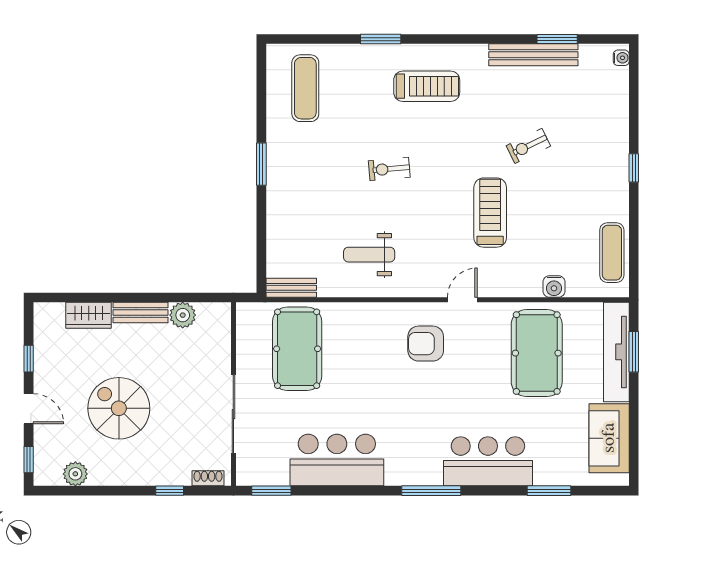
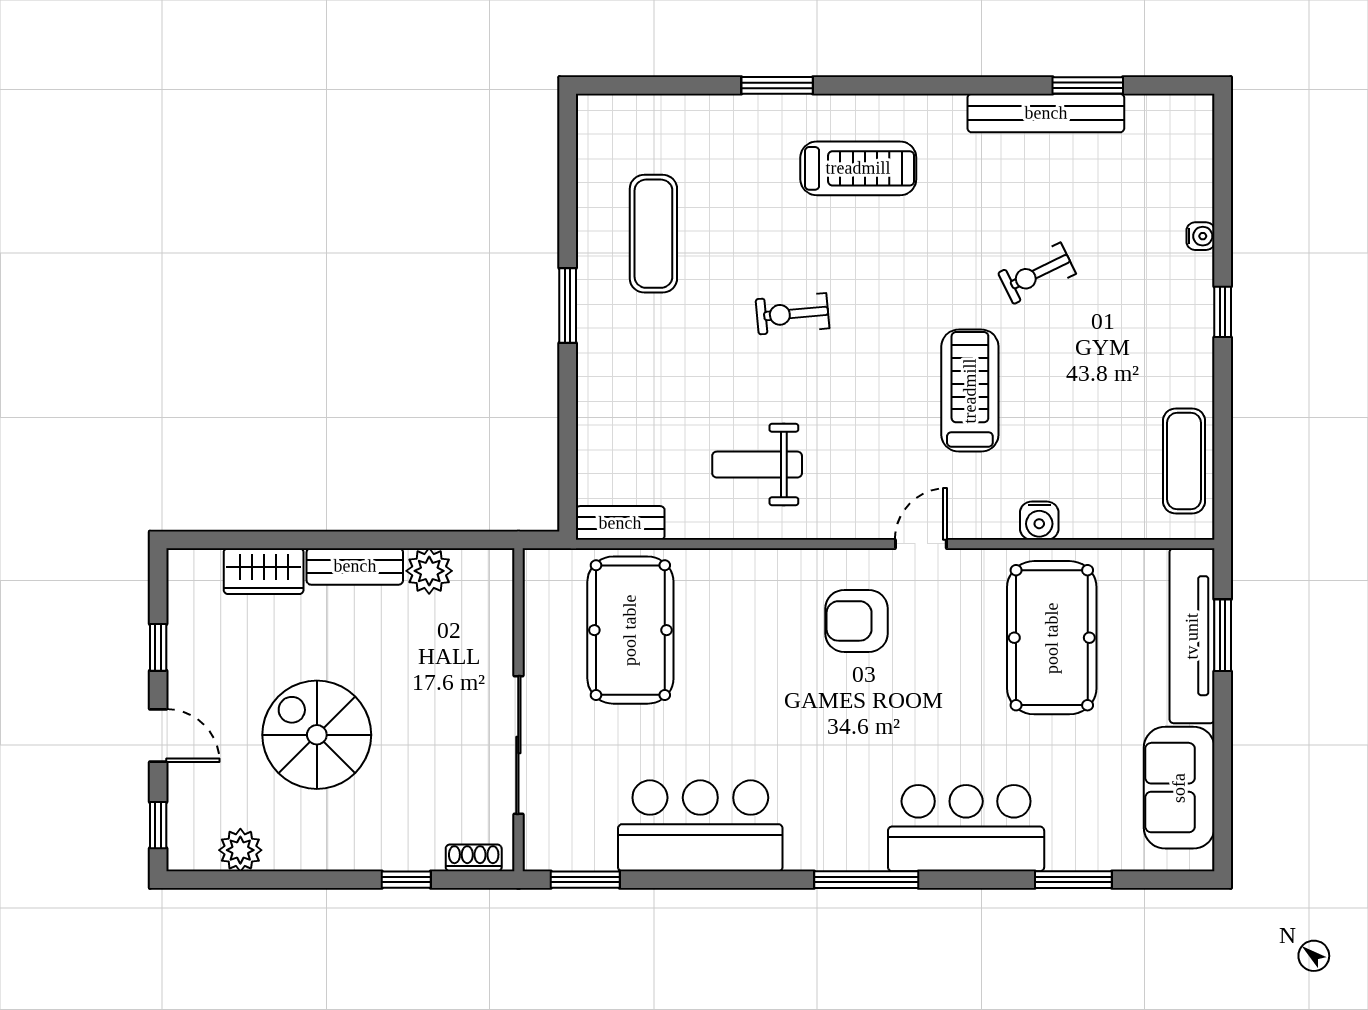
water cooler: (621, 58) -> (1201, 236), moved
exercise mat: (305, 88) -> (653, 234), moved
water cooler: (554, 287) -> (1039, 521), moved

